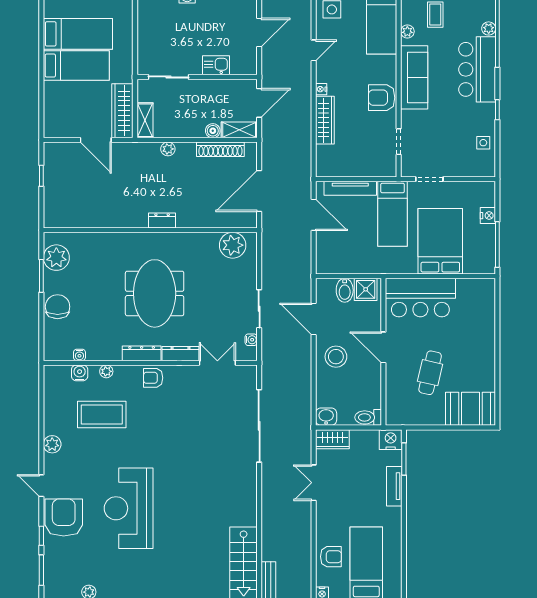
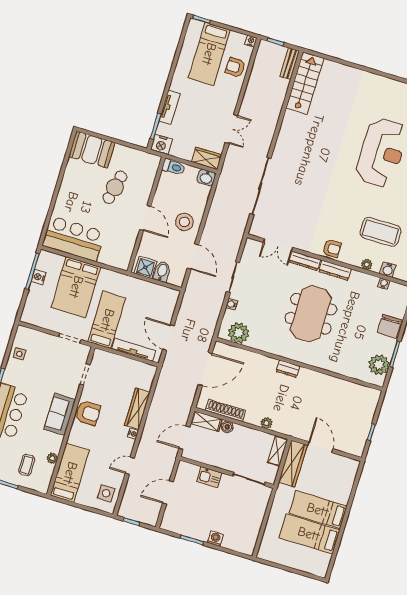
sofa: (414, 77) -> (60, 414), width x0.73
nightstand: (488, 216) -> (39, 277), moved
bar counter: (420, 298) -> (74, 239), moved
water cooler: (251, 340) -> (232, 304), moved

